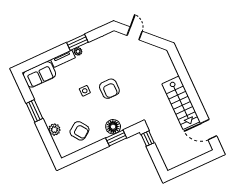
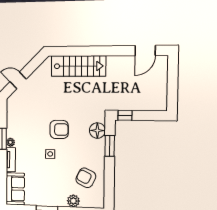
stairs: (181, 103) -> (78, 66), moved
floor lamp: (113, 127) -> (97, 131), moved
armchair: (79, 131) -> (86, 178), turned -119

